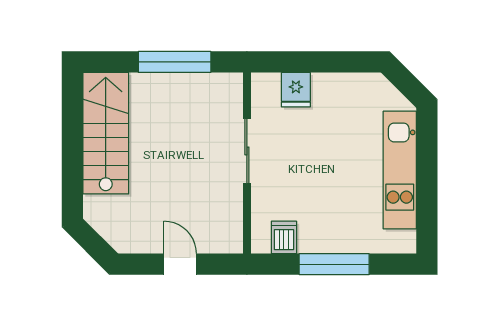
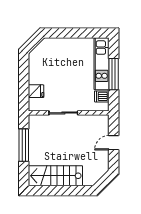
kitchen unit: (400, 170) -> (102, 64), moved, turned 90

